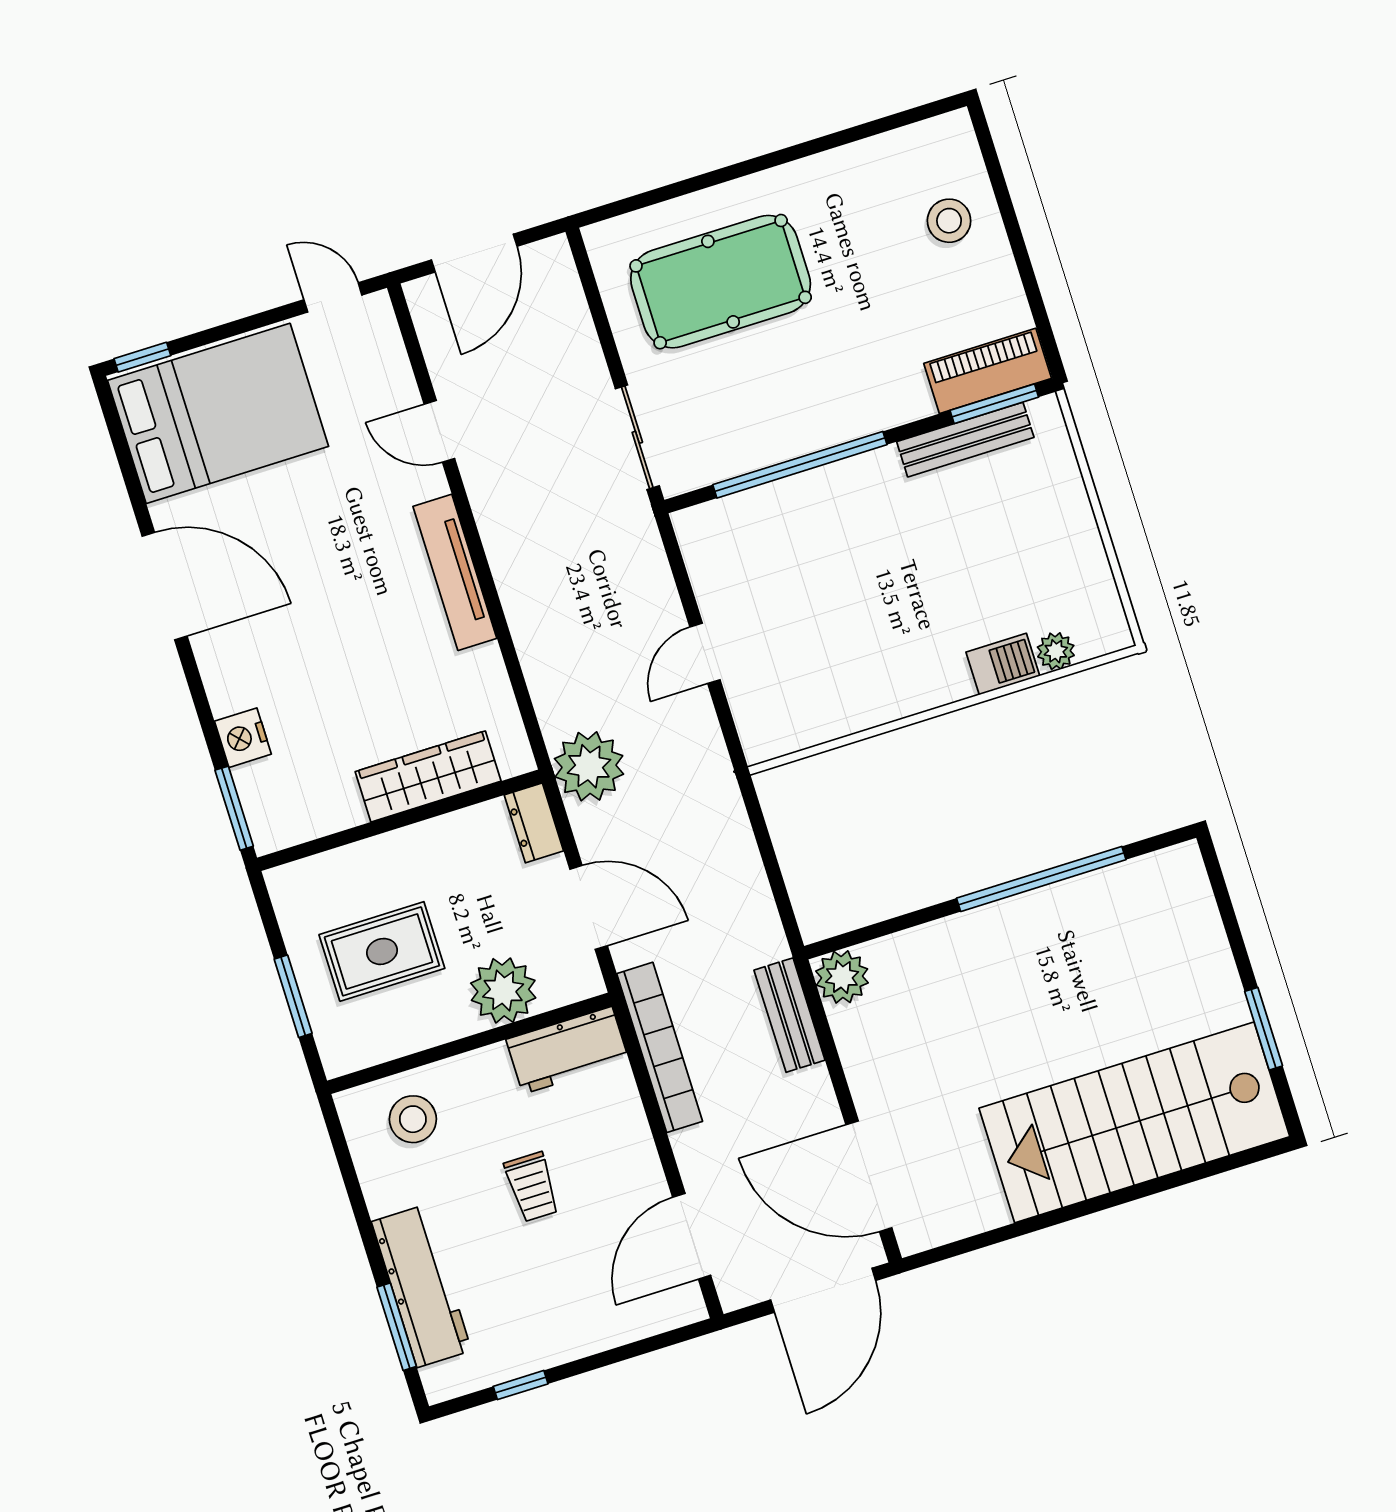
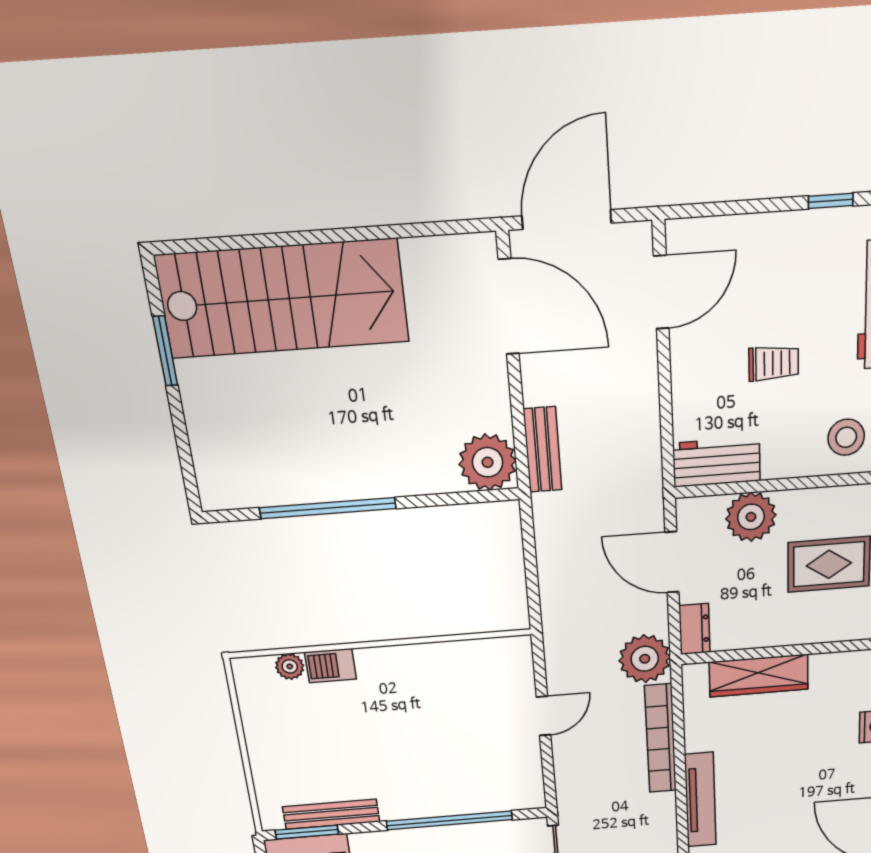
plant: (842, 977) -> (488, 462), width x1.36, depth x1.36
bookcase: (660, 1047) -> (661, 739), moved
trolley: (532, 1187) -> (774, 363), turned 90

